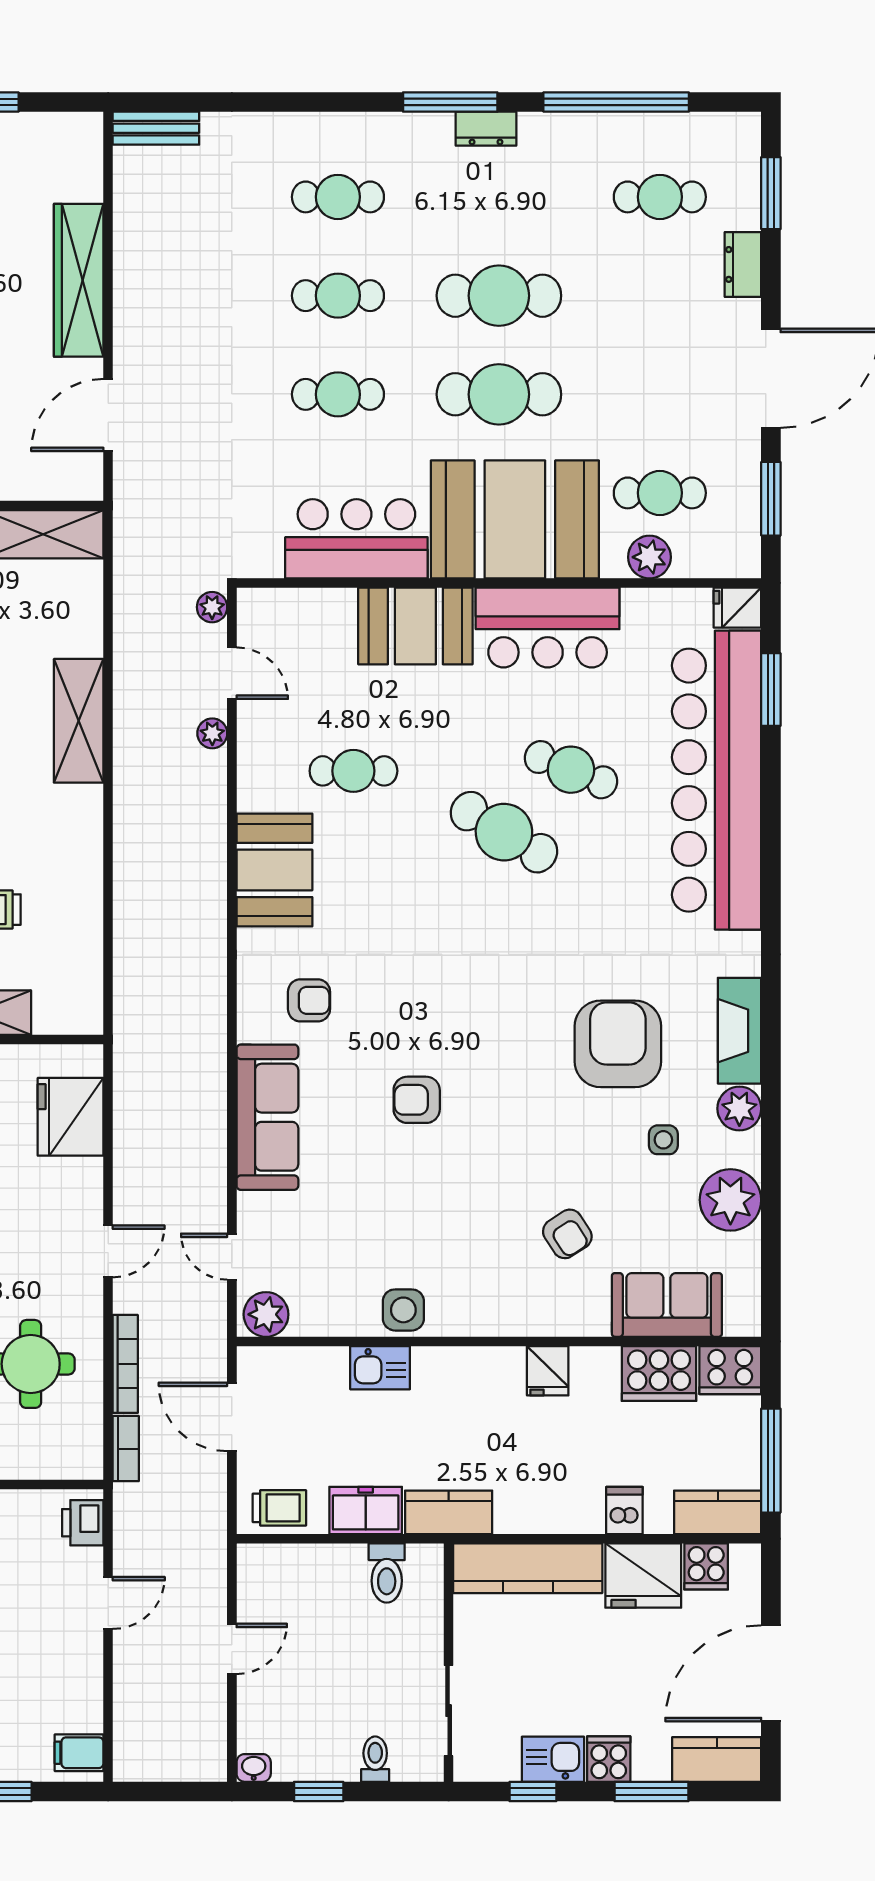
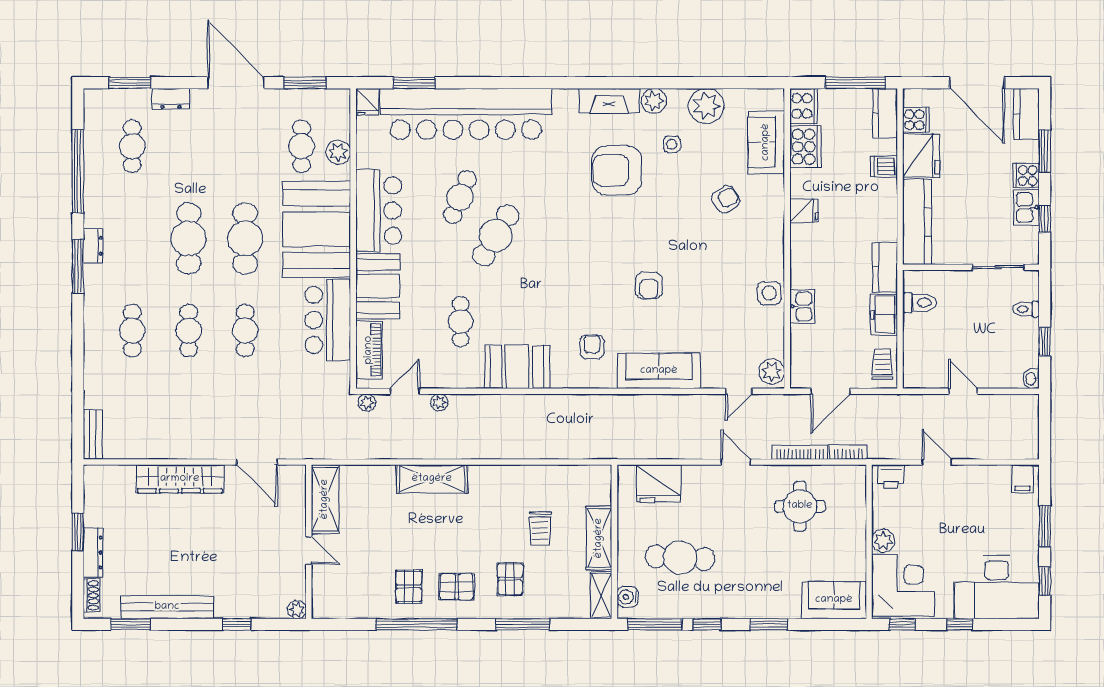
piano: (304, 610) -> (369, 350), added

